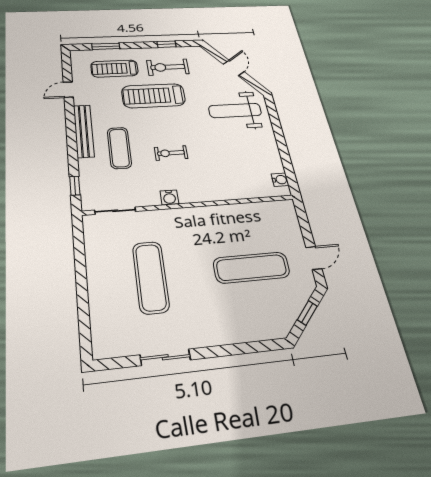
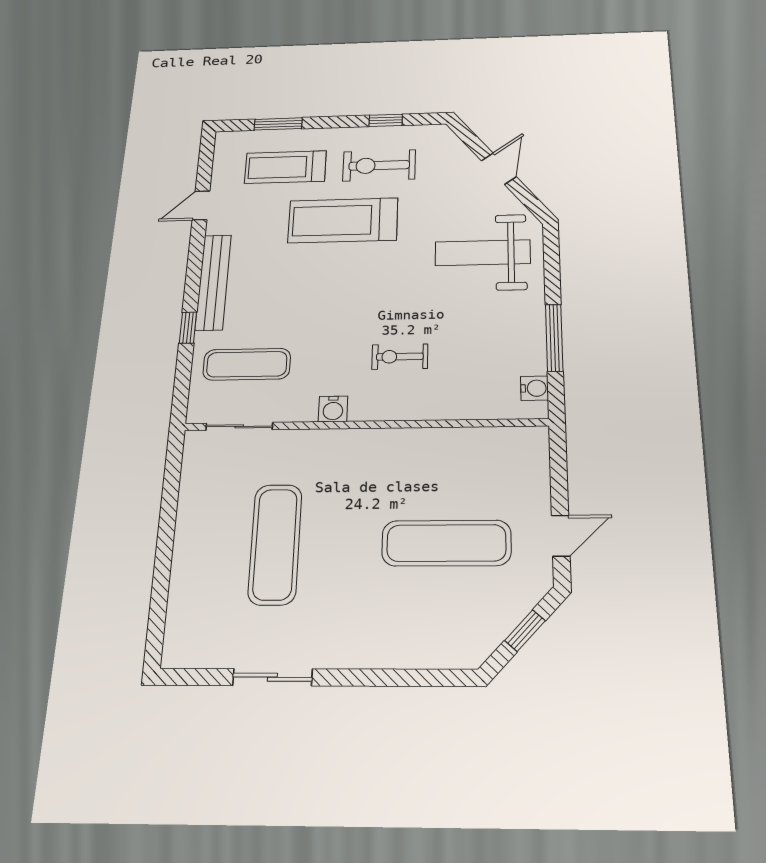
exercise mat: (119, 148) -> (247, 364), moved, turned 90
exercise bike: (171, 153) -> (400, 357), moved
window: (284, 153) -> (554, 338), added
window: (75, 186) -> (188, 328), moved

